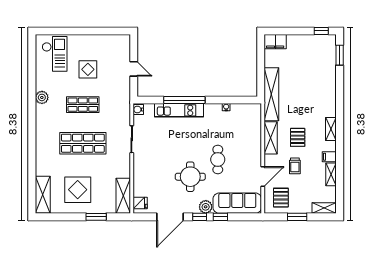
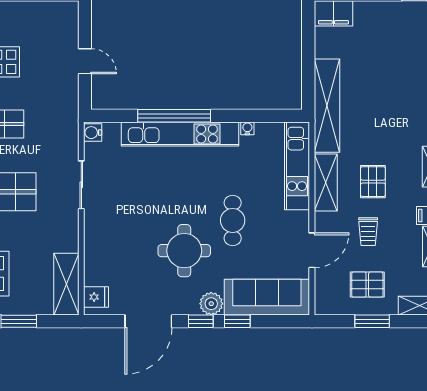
kitchen unit: (179, 110) -> (180, 134), width x1.36
kitchen unit: (254, 128) -> (297, 166), added
pallet: (281, 198) -> (367, 285), moved, turned 90

